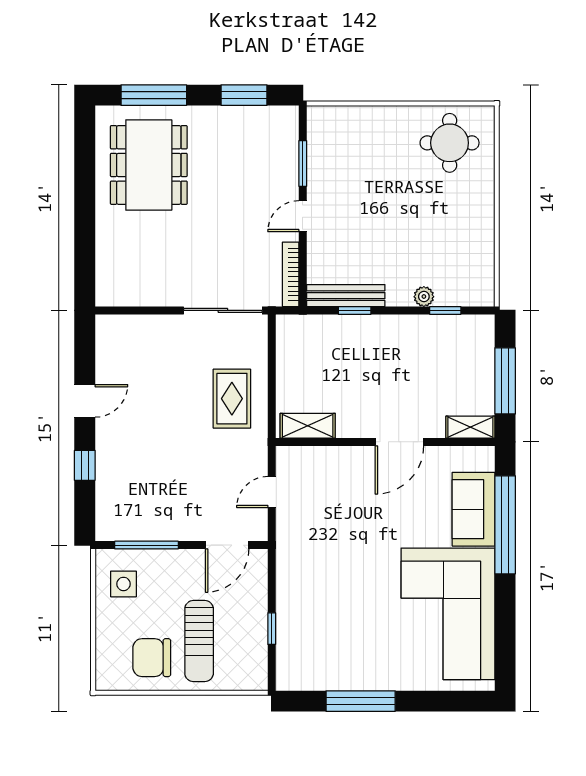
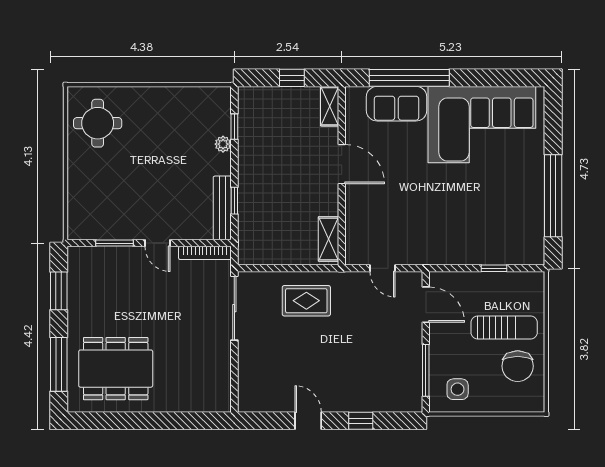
window: (505, 381) -> (292, 78), width x0.46
window: (361, 701) -> (553, 196), width x1.46

